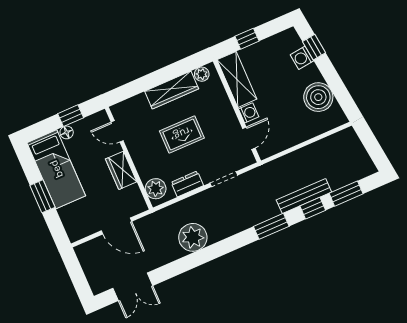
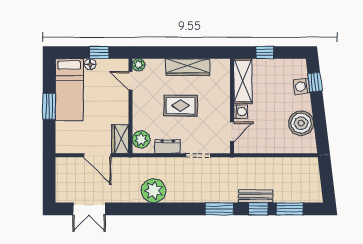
plant: (202, 74) -> (138, 65), moved
wardrobe: (121, 170) -> (120, 139), moved
bench: (304, 196) -> (256, 196), width x0.73

